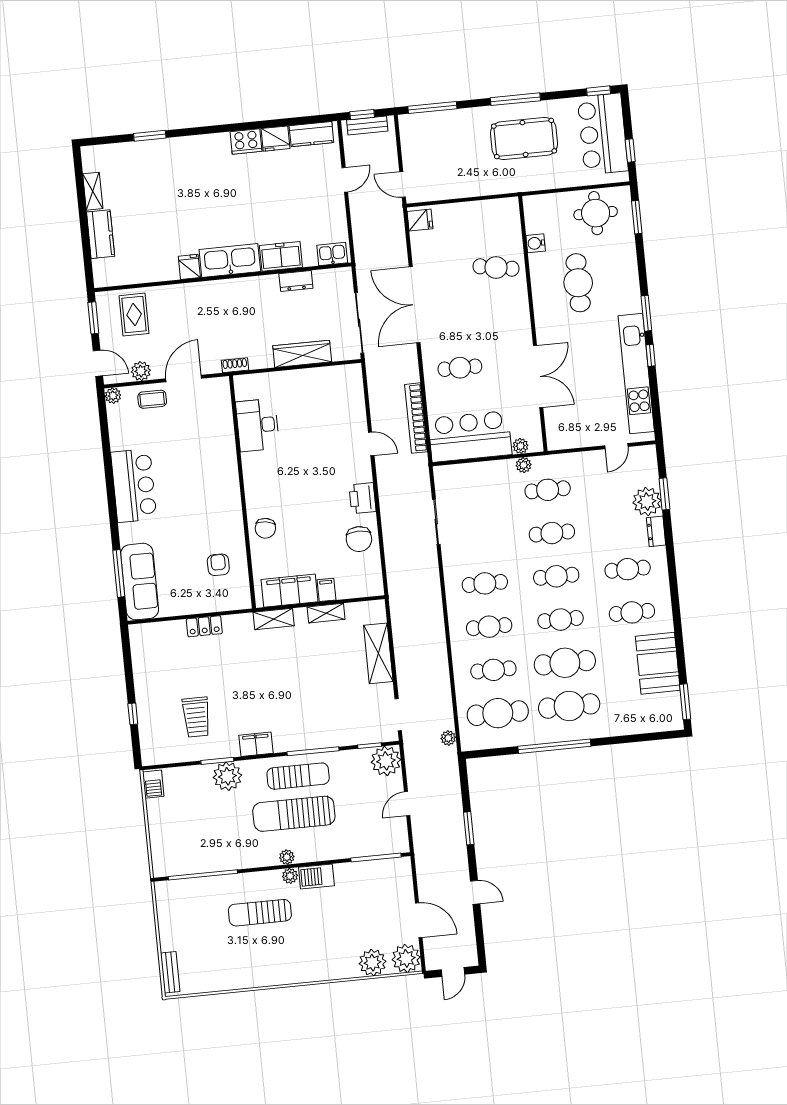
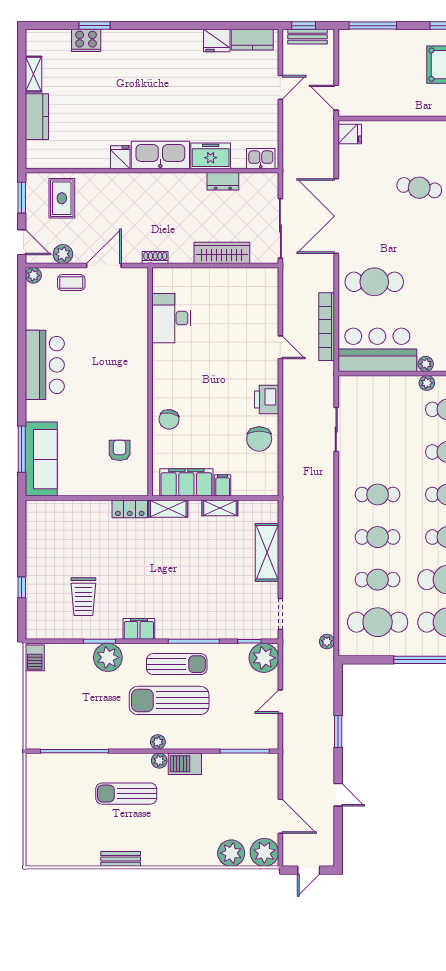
cooker: (246, 141) -> (86, 40), moved
cafe table: (460, 368) -> (374, 282), width x1.37, depth x1.35
locker: (204, 626) -> (130, 509), moved
bench: (170, 972) -> (121, 859), moved, turned 90

